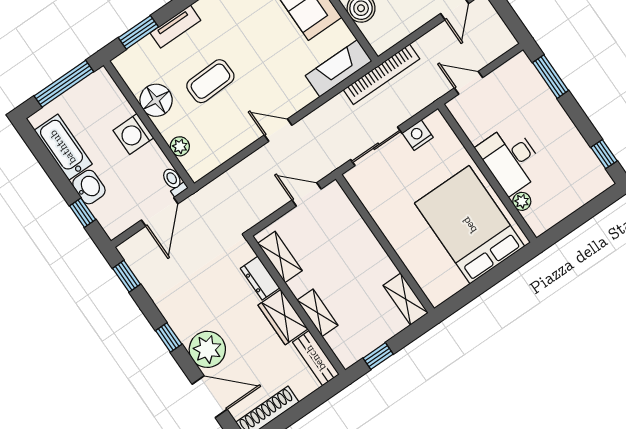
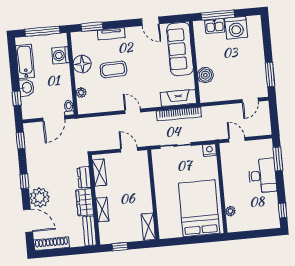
bookcase: (381, 74) -> (179, 114), moved
washing machine: (133, 134) -> (60, 55), moved
nightstand: (418, 135) -> (210, 150), moved
desk: (511, 159) -> (262, 176), moved, turned 180

